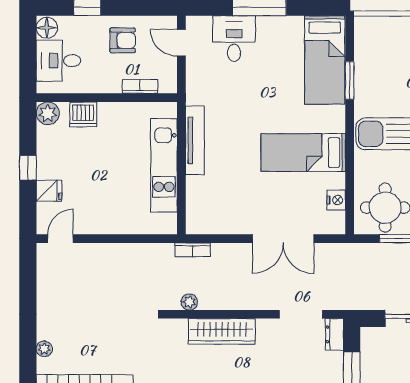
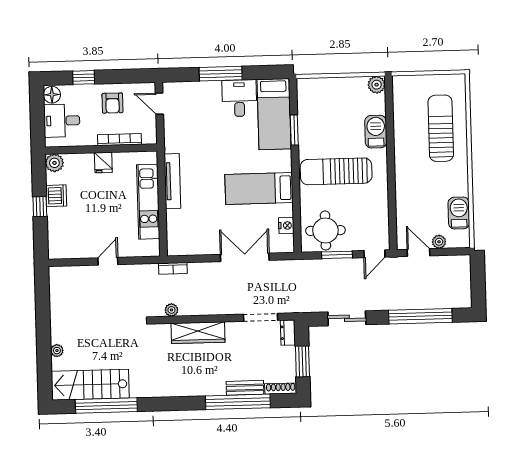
desk: (234, 39) -> (239, 98), moved
armchair: (123, 40) -> (112, 103), turned 90
bookcase: (140, 86) -> (119, 140), width x1.56
dishwasher: (83, 114) -> (56, 196), moved, turned -90
fridge: (49, 191) -> (103, 163), moved, turned 90
door: (60, 239) -> (108, 261), moved
double door: (283, 239) -> (245, 257), swing flipped

